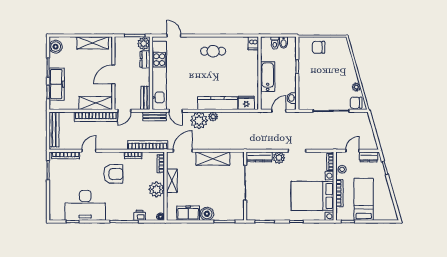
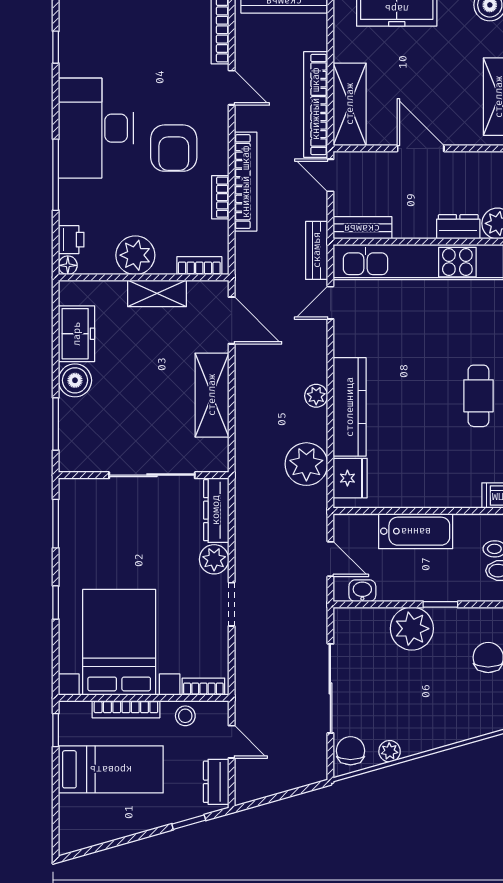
plant: (307, 78) -> (412, 629), added
plant: (199, 121) -> (306, 464), moved
bookcase: (148, 145) -> (246, 182), moved
desk: (85, 205) -> (96, 128), moved
printer: (140, 215) -> (71, 240), moved

